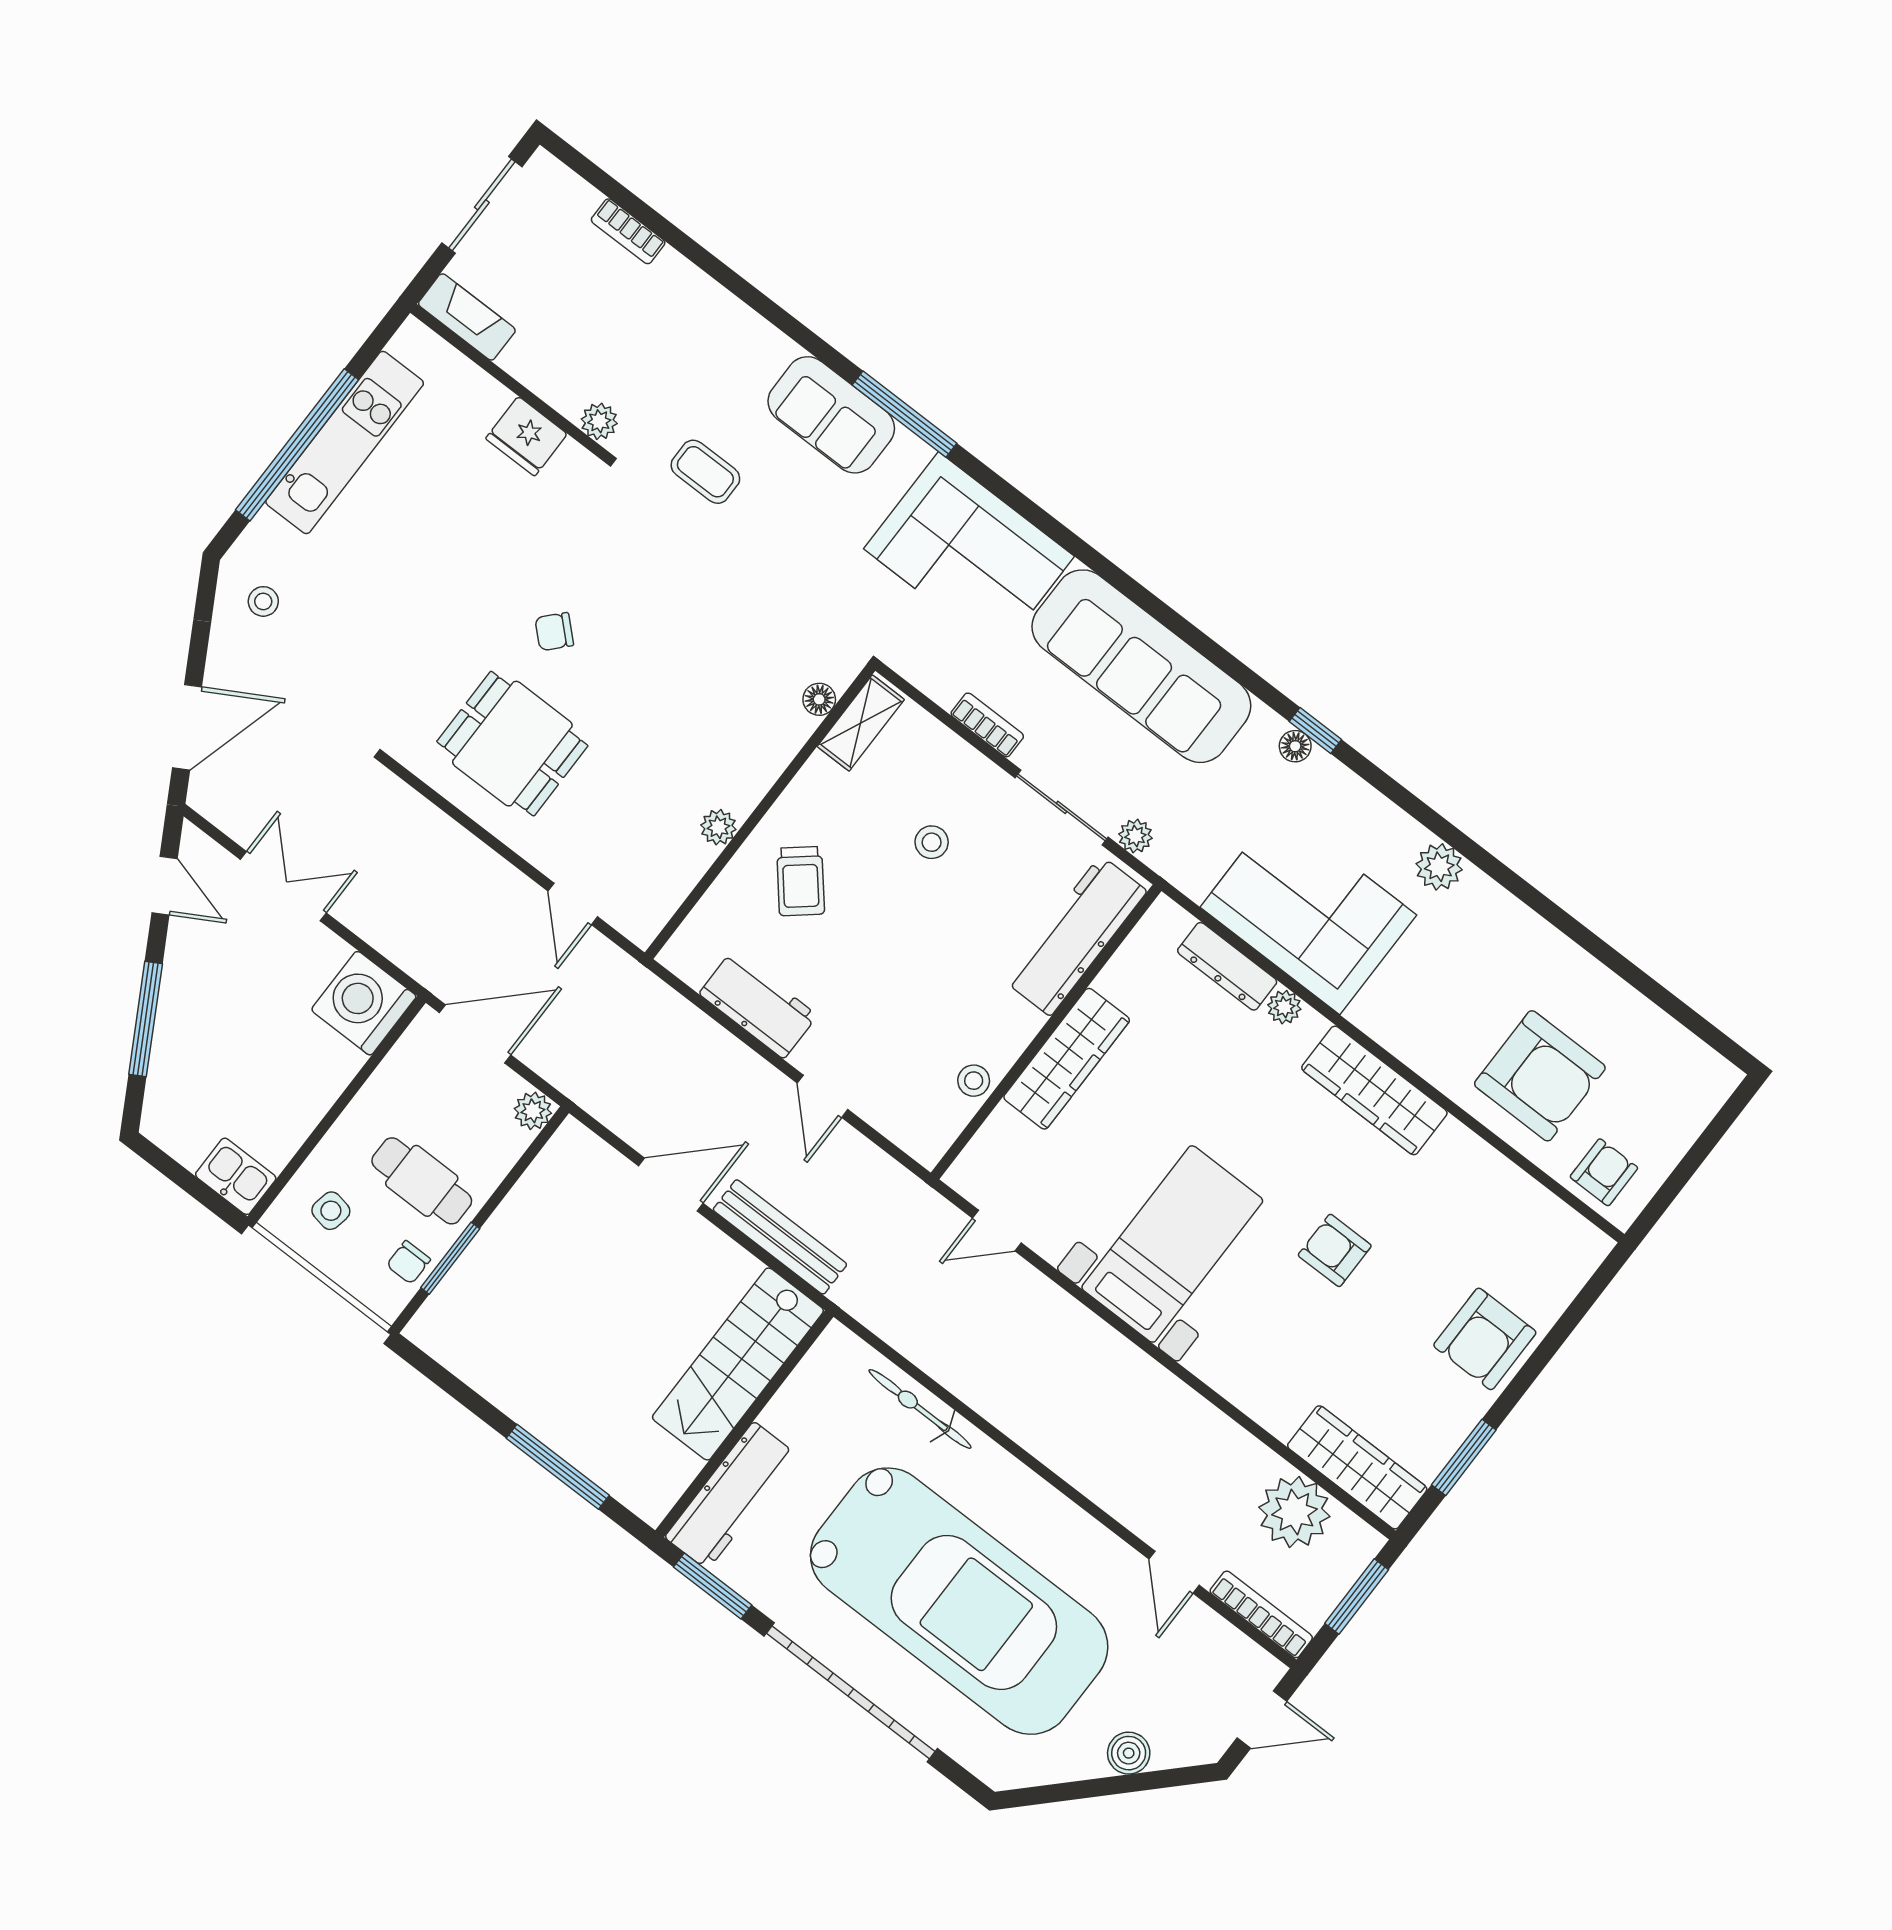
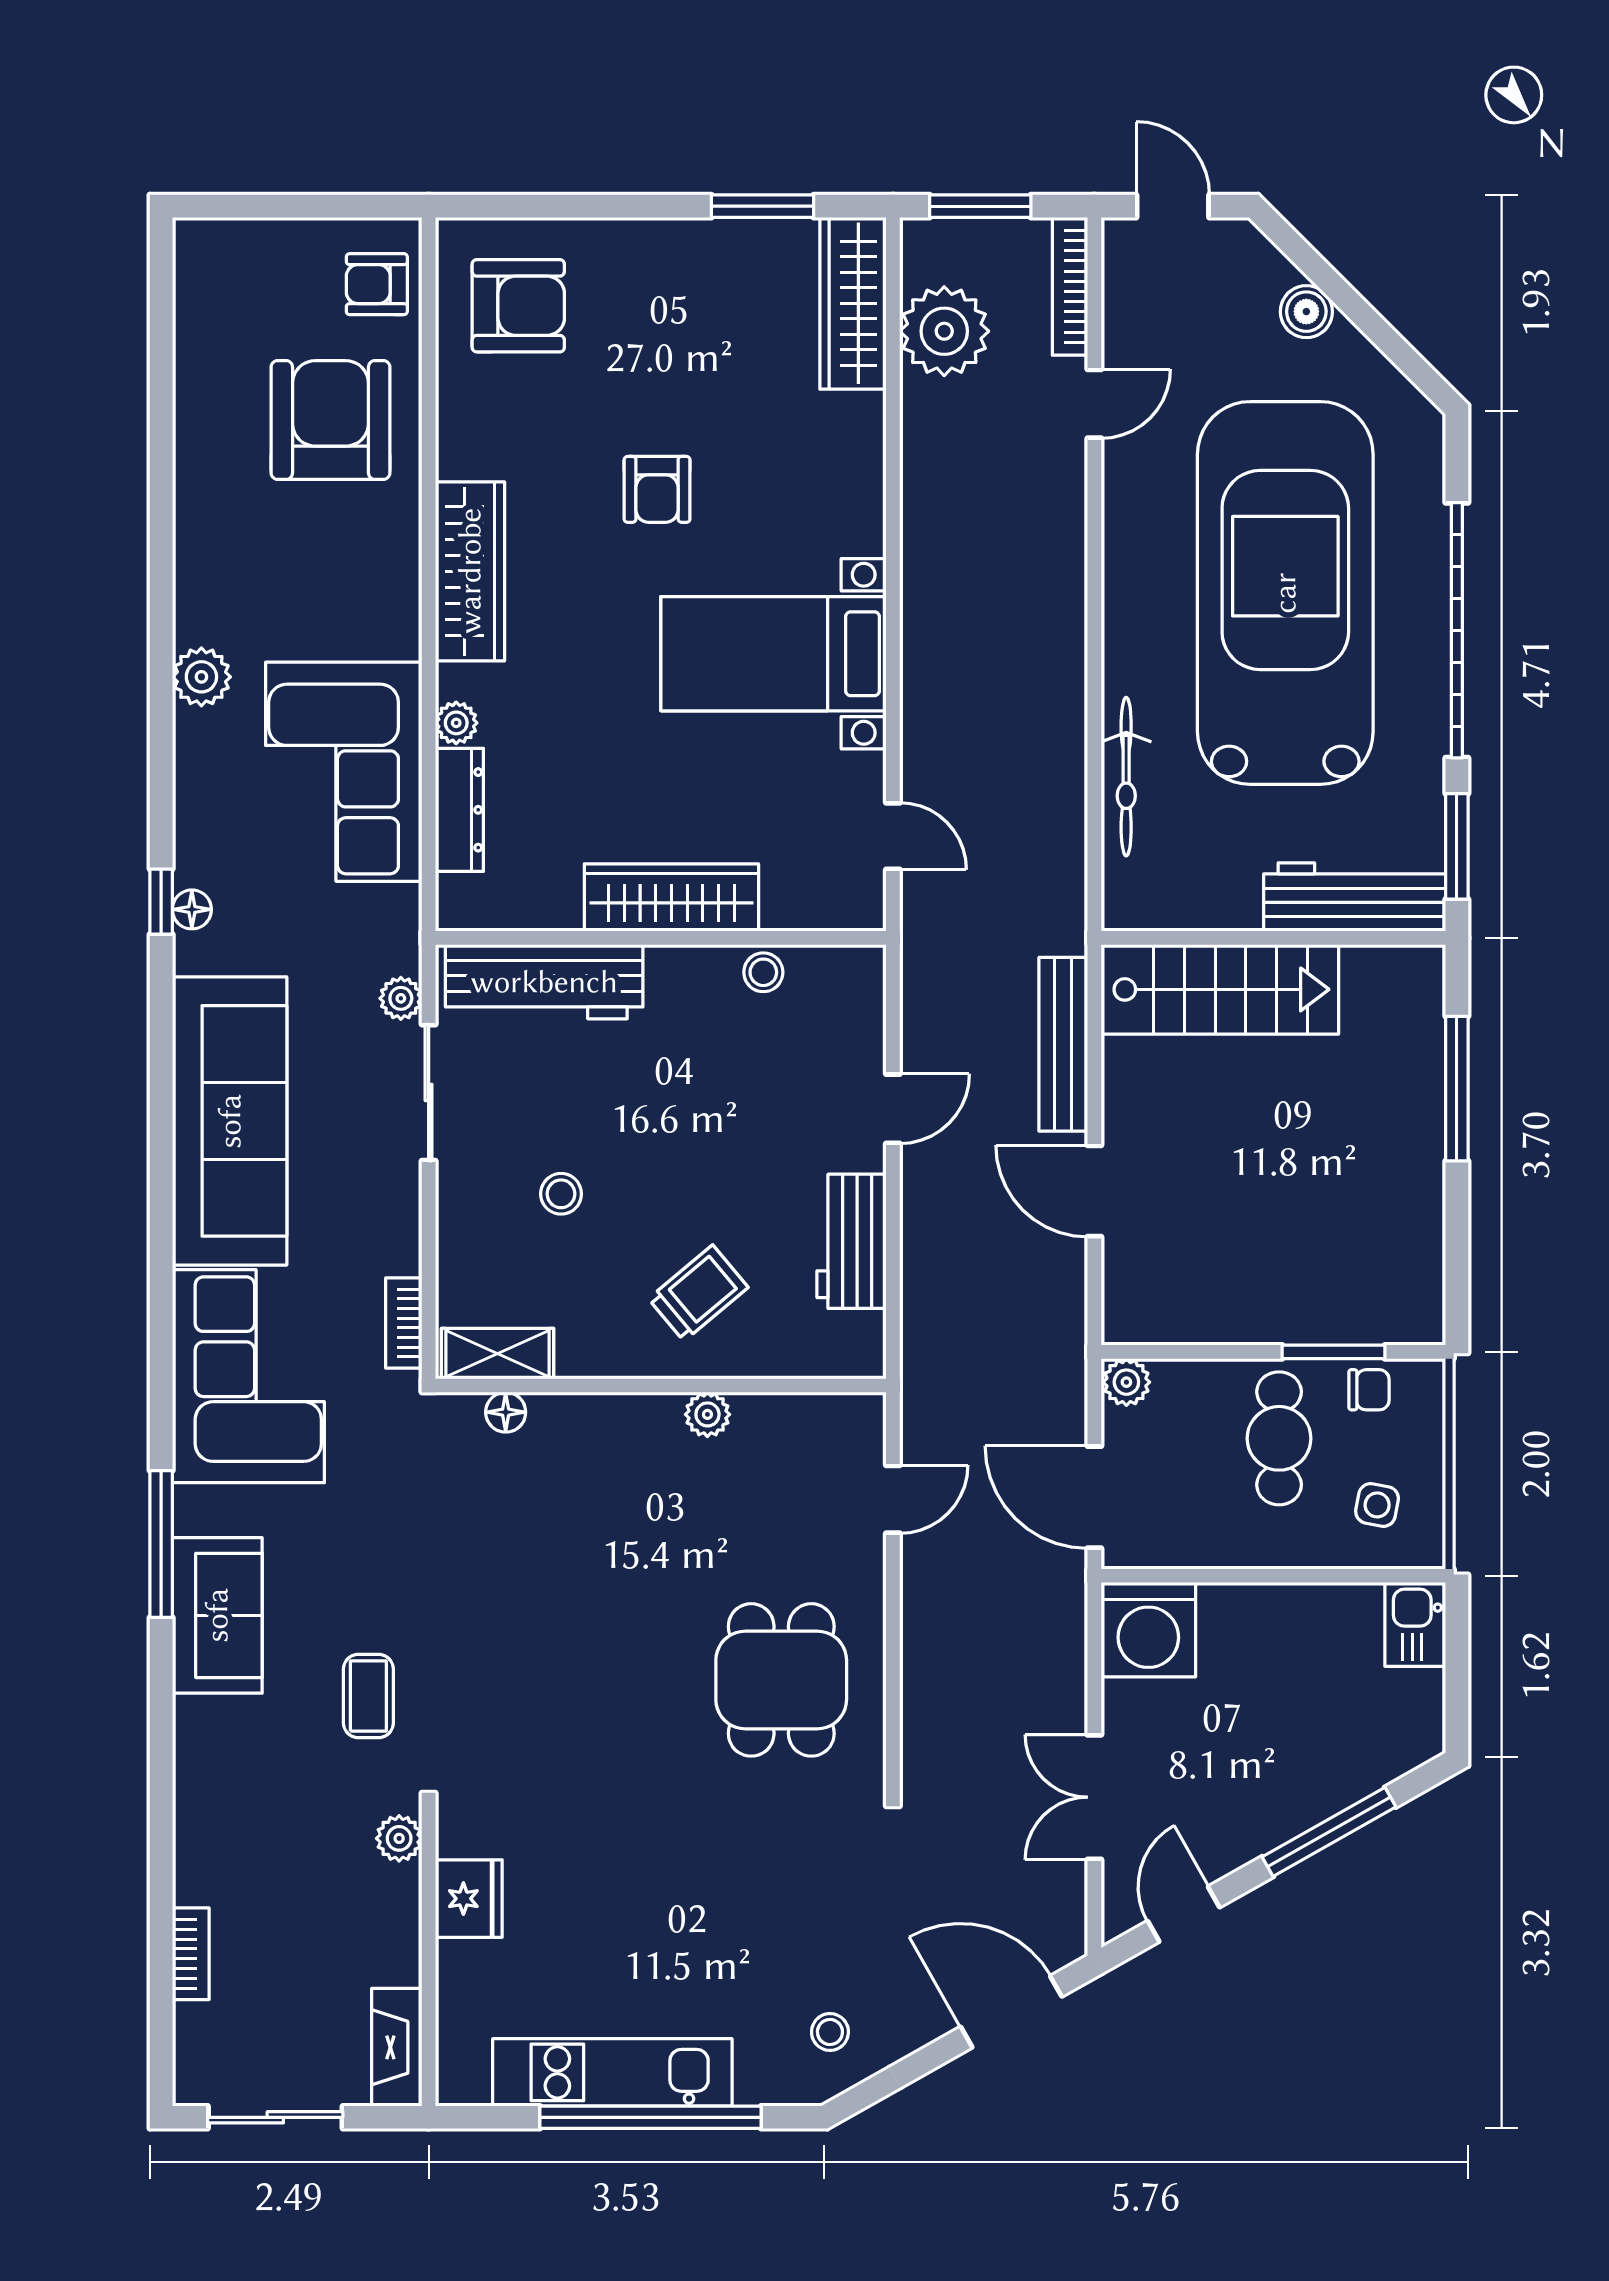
chair: (554, 632) -> (640, 1724), removed
bookcase: (987, 725) -> (404, 1323), moved
armchair: (1485, 1339) -> (518, 306), moved

